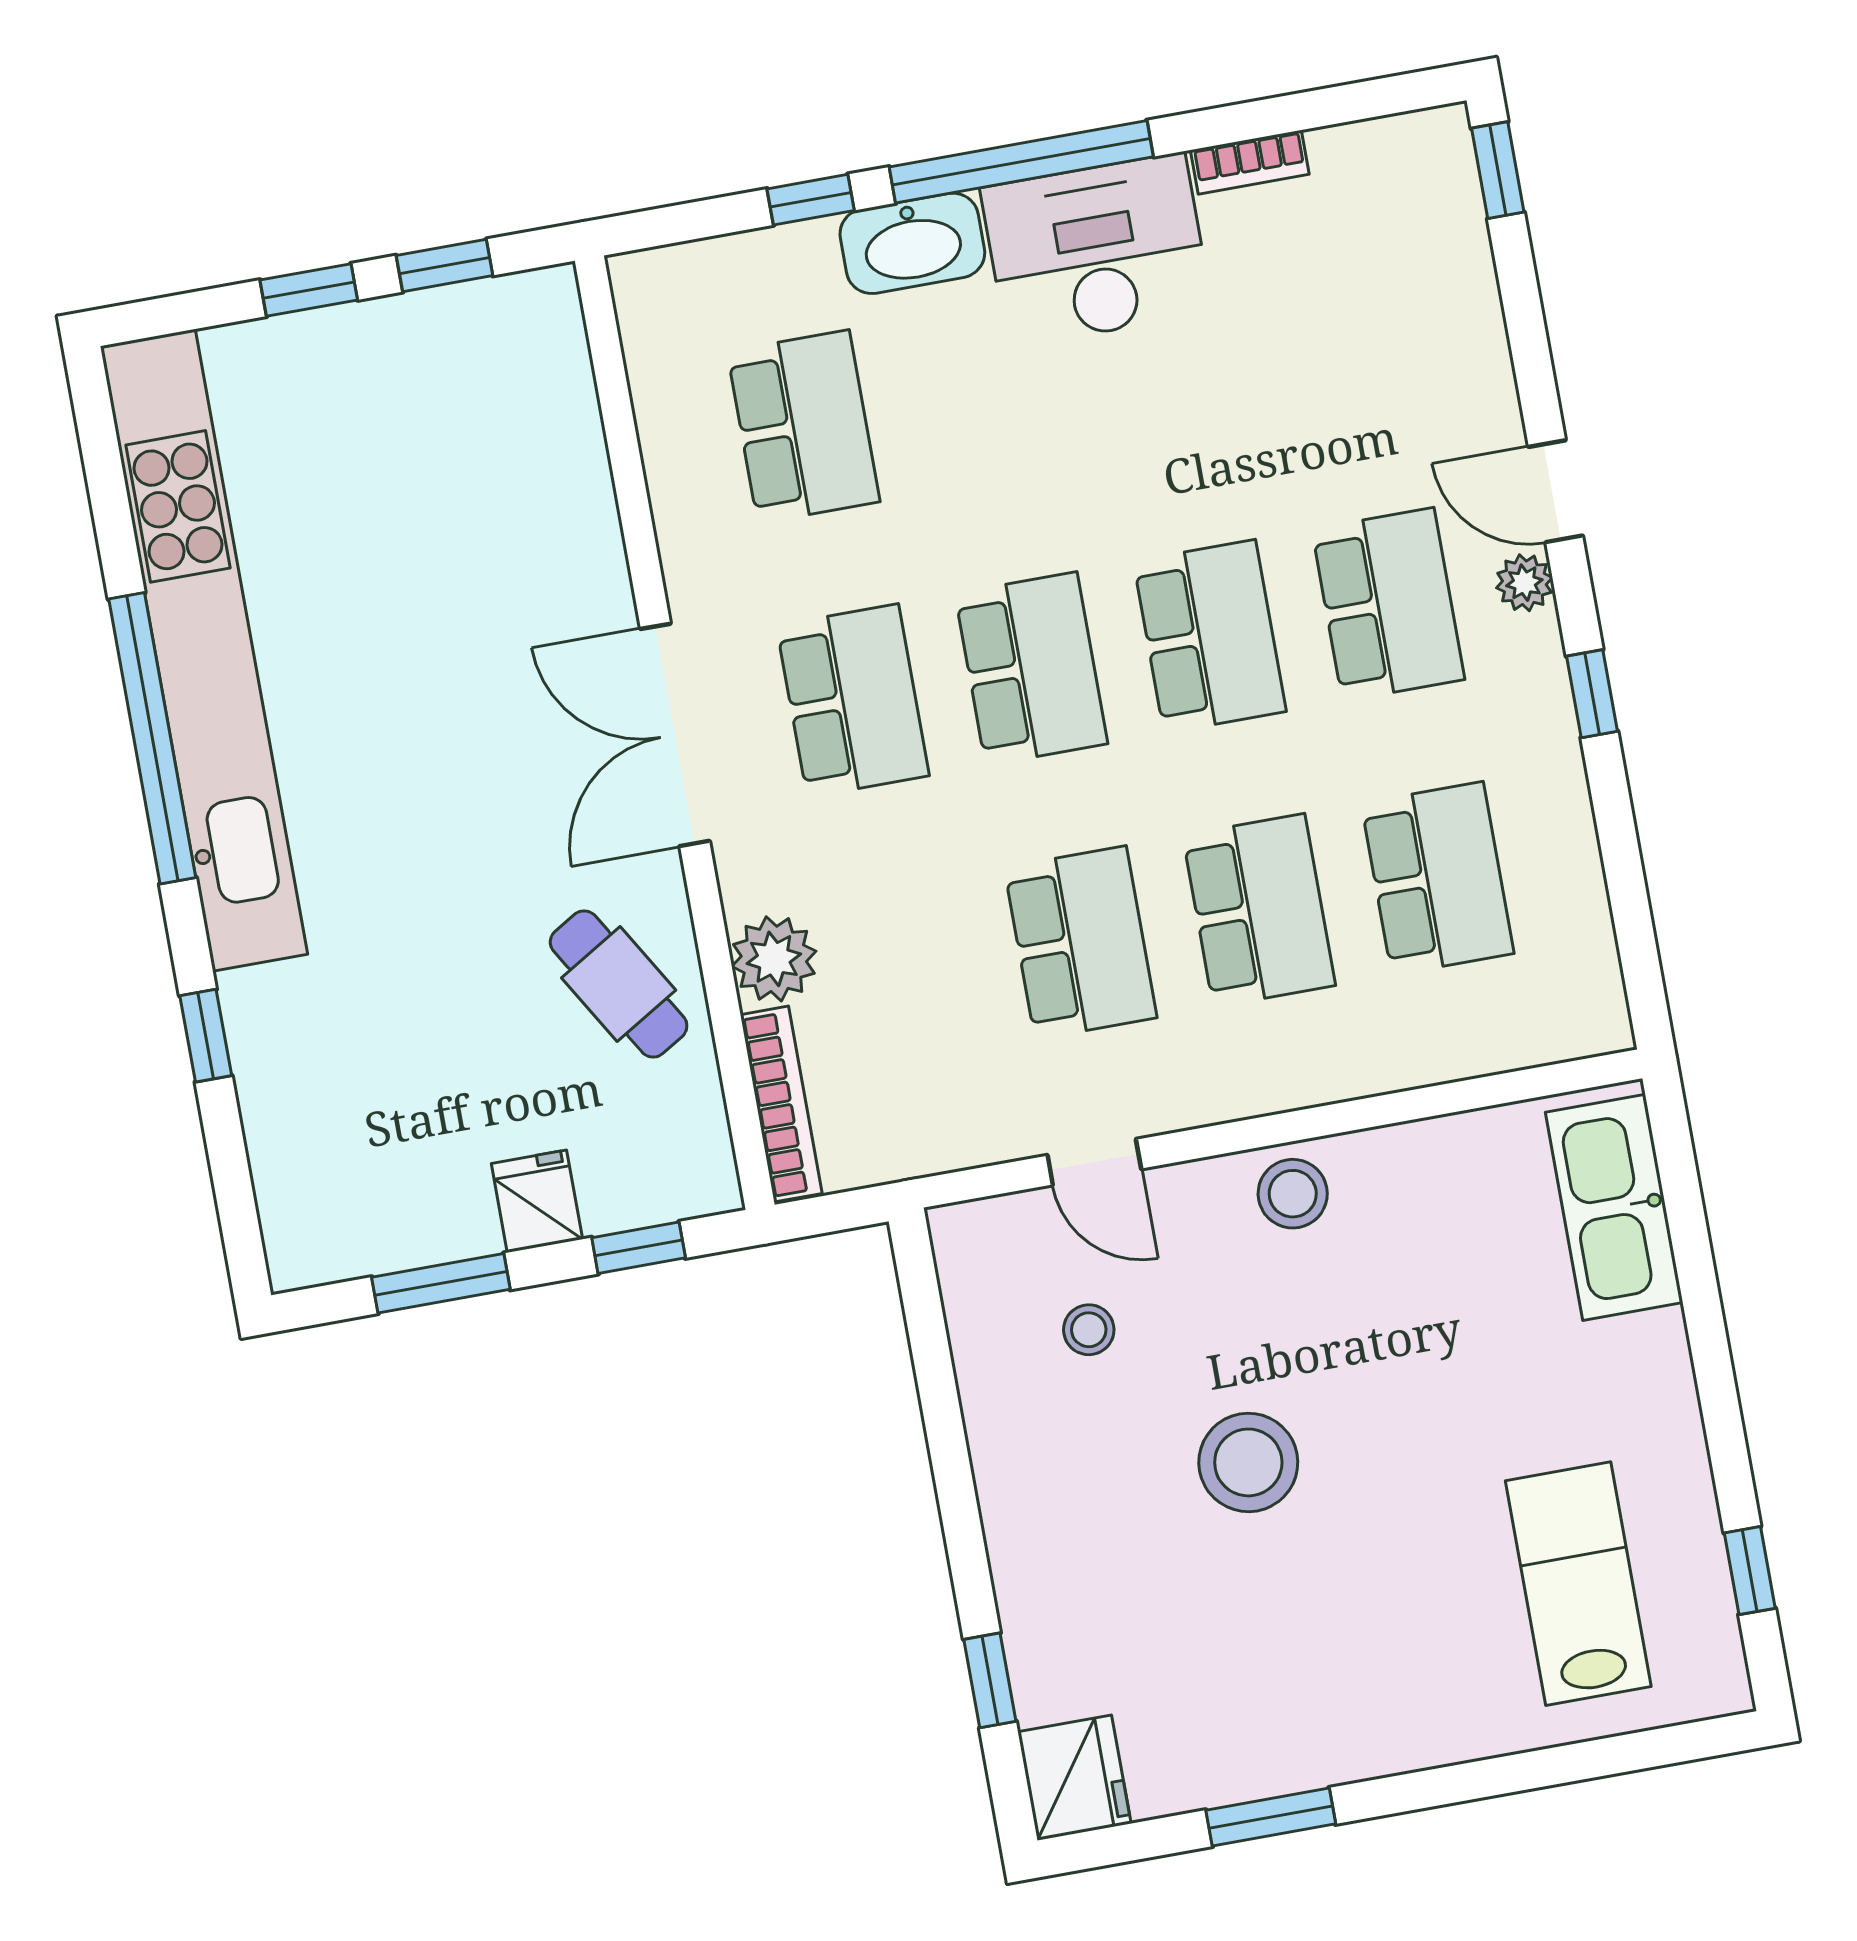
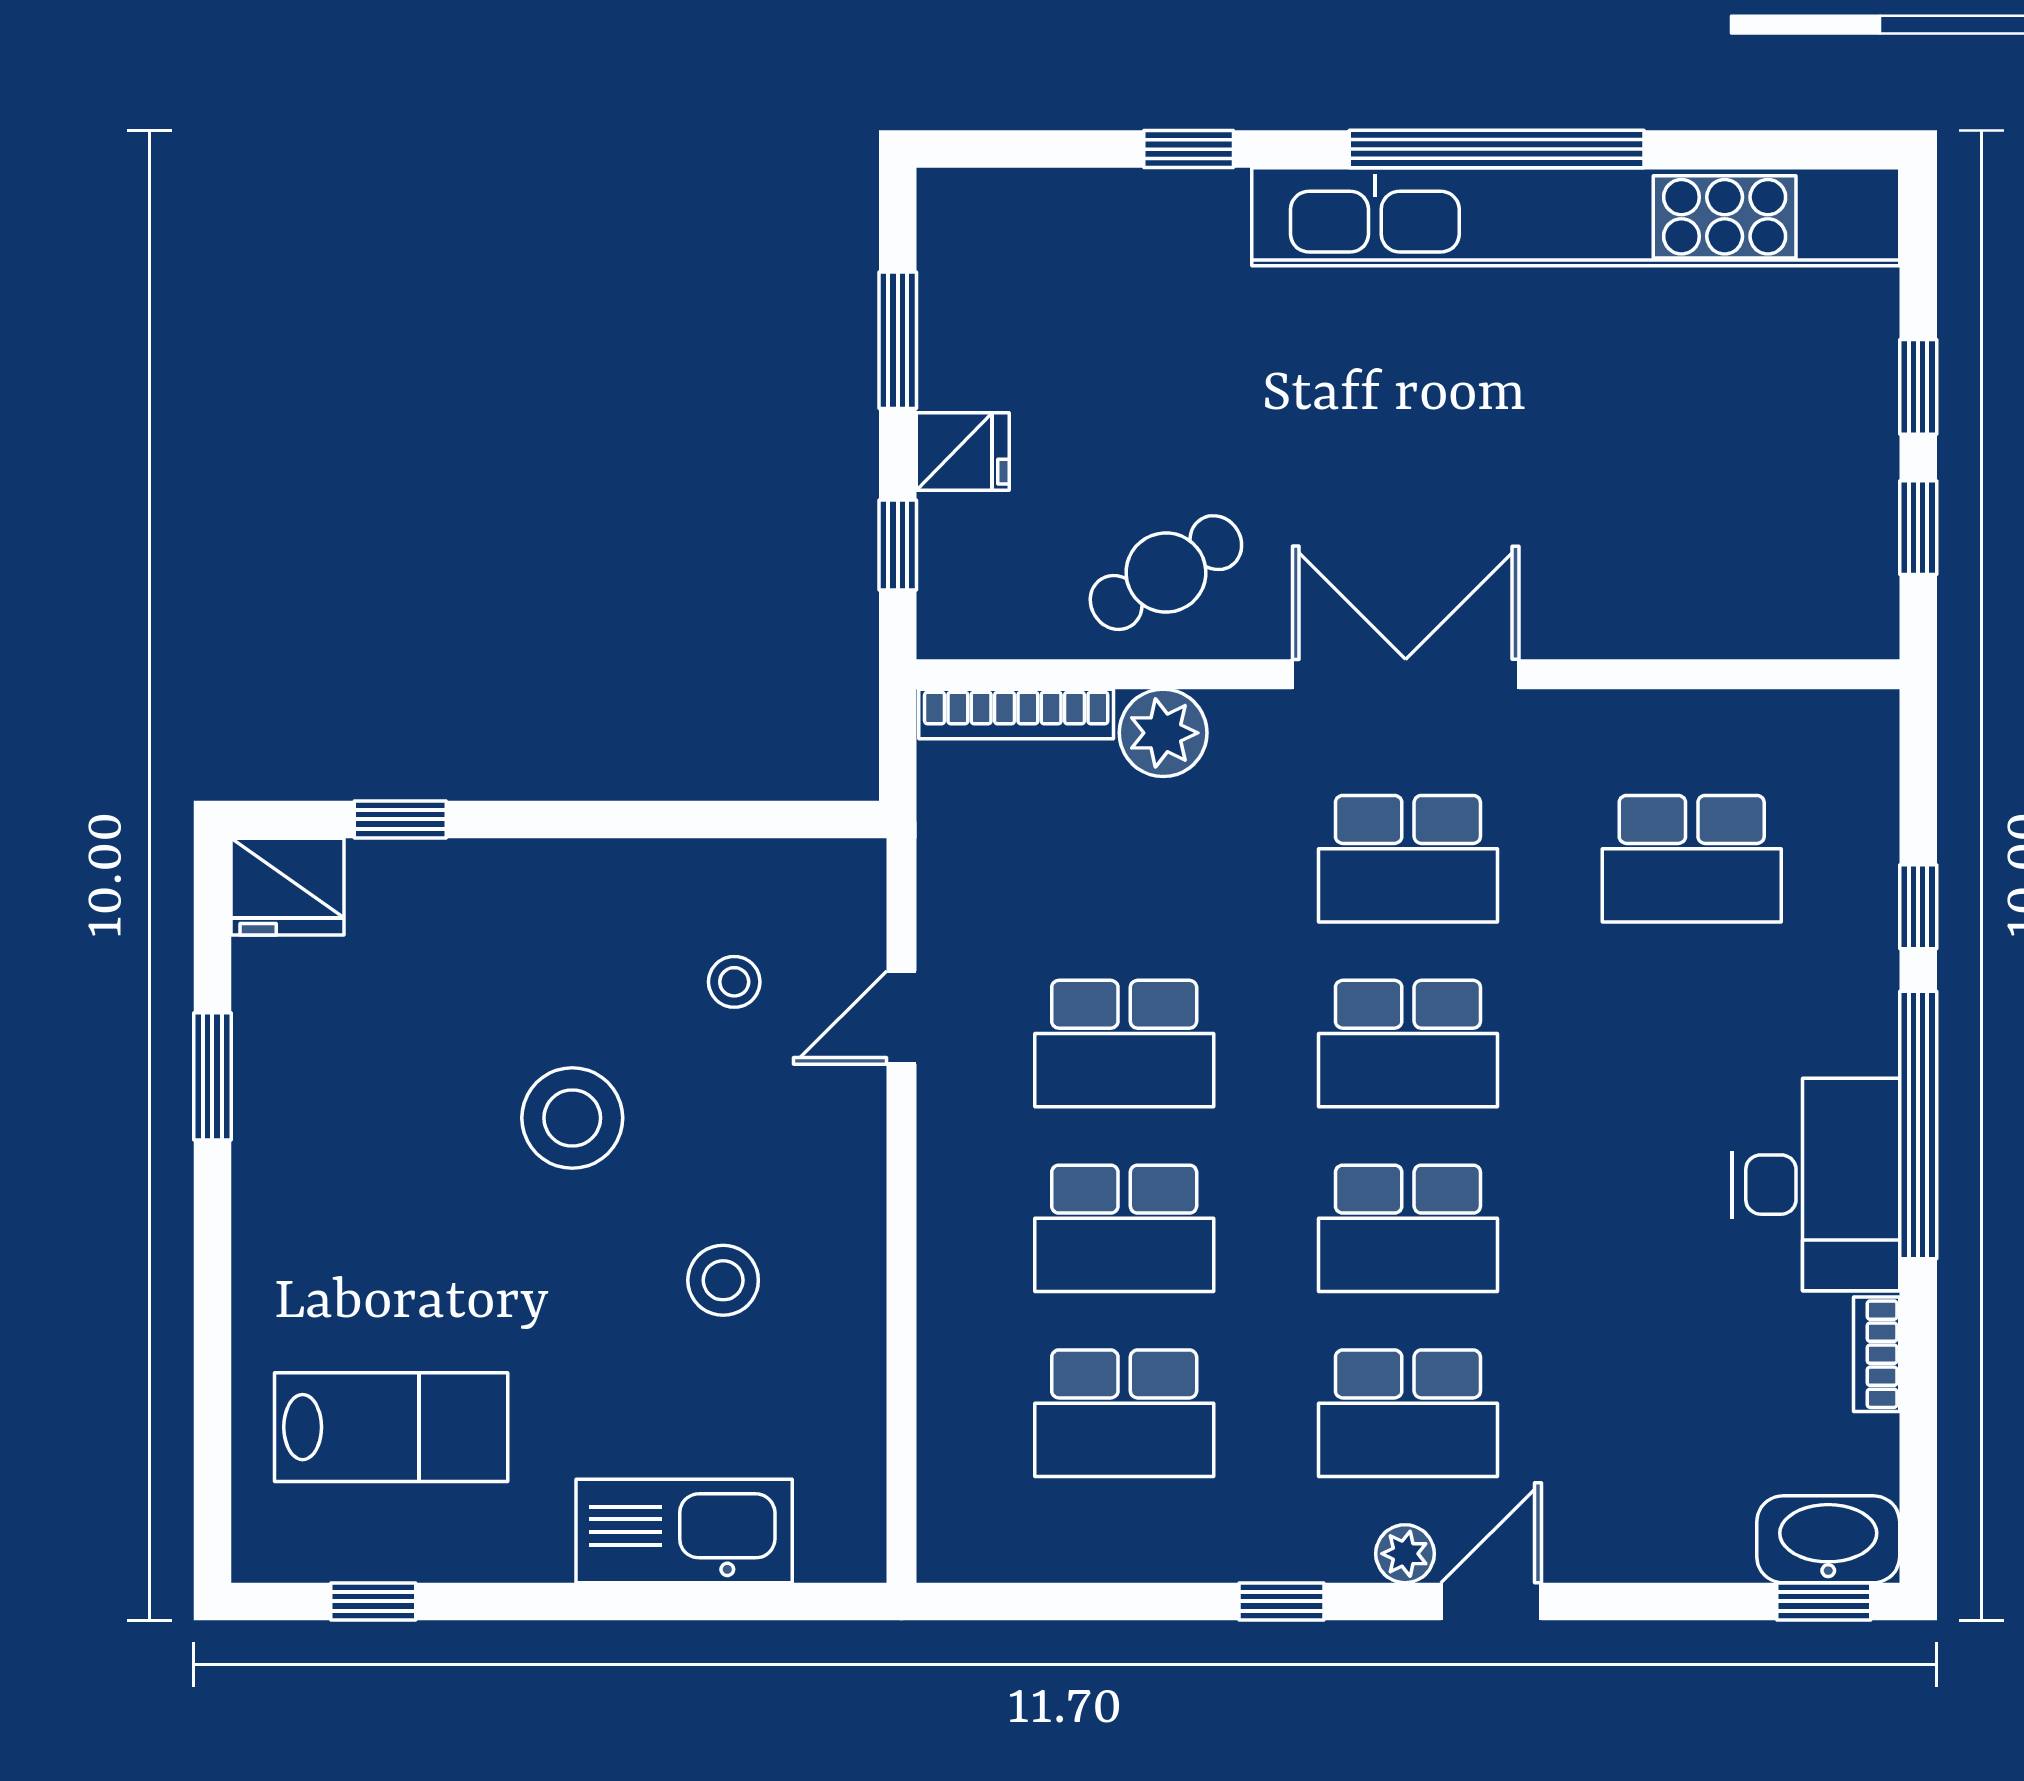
washbasin: (912, 243) -> (1828, 1539), moved, turned 90
stool: (1293, 1194) -> (723, 1280), moved
kitchen sink: (1614, 1207) -> (684, 1531), moved

